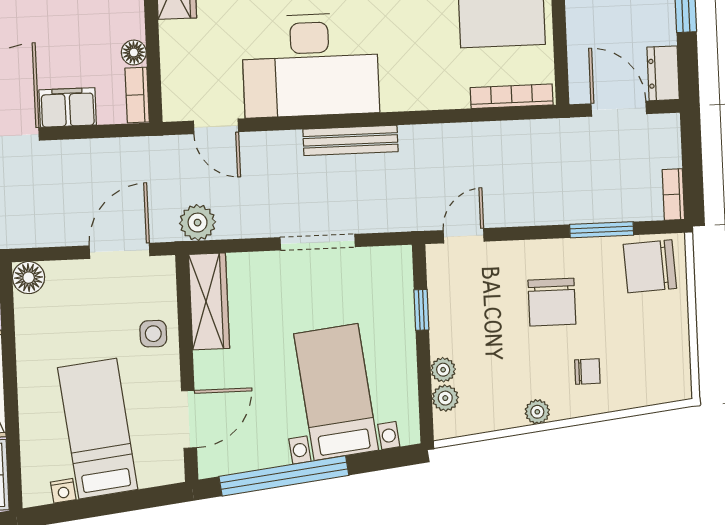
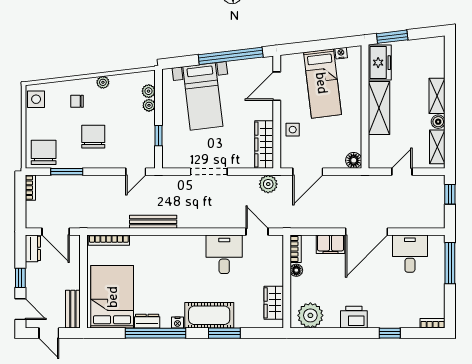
desk: (310, 65) -> (224, 254), width x0.53, depth x0.77
bench: (350, 140) -> (153, 222), moved
chair: (650, 266) -> (44, 152), turned -87
side table: (670, 372) -> (36, 99), added

